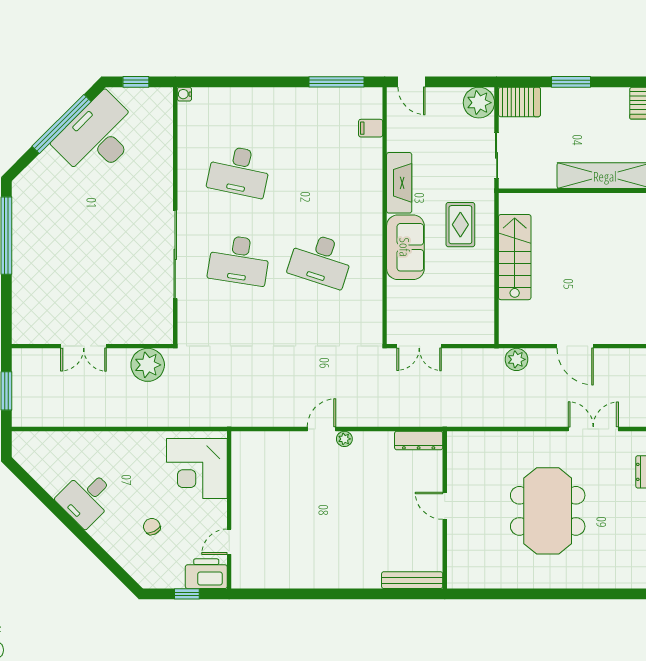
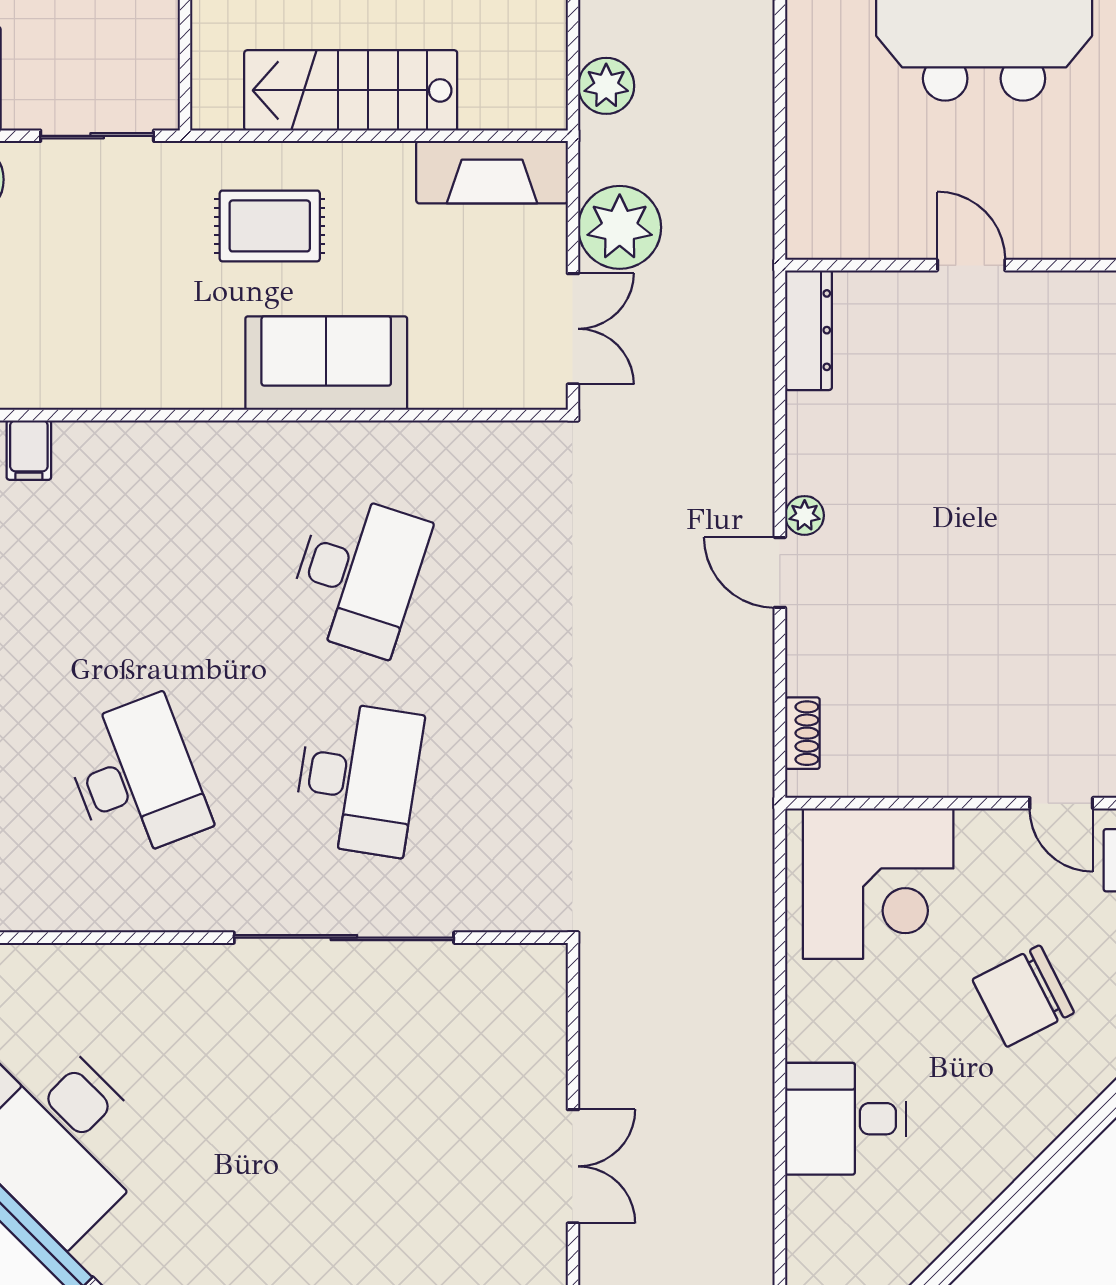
desk: (239, 171) -> (136, 778), turned -33
fireplace: (399, 183) -> (492, 172), moved, turned 180
plant: (148, 365) -> (620, 227), moved
shoe rack: (257, 438) -> (802, 733), added
desk: (86, 498) -> (845, 1119), moved, turned 135
door: (445, 506) -> (971, 265), swing flipped
chair: (152, 527) -> (1023, 996), width x1.87, depth x1.87

